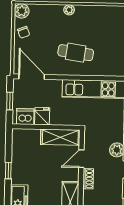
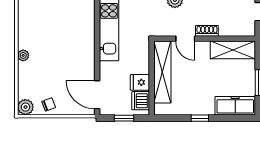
cafe table: (76, 53) -> (70, 47), removed
door: (32, 77) -> (97, 95), hinge flipped
shelving: (60, 137) -> (162, 72), width x1.47

